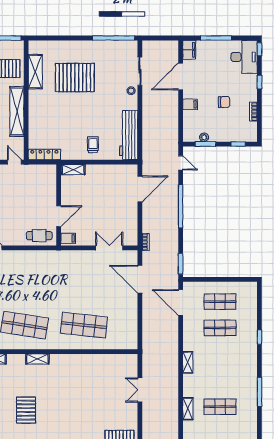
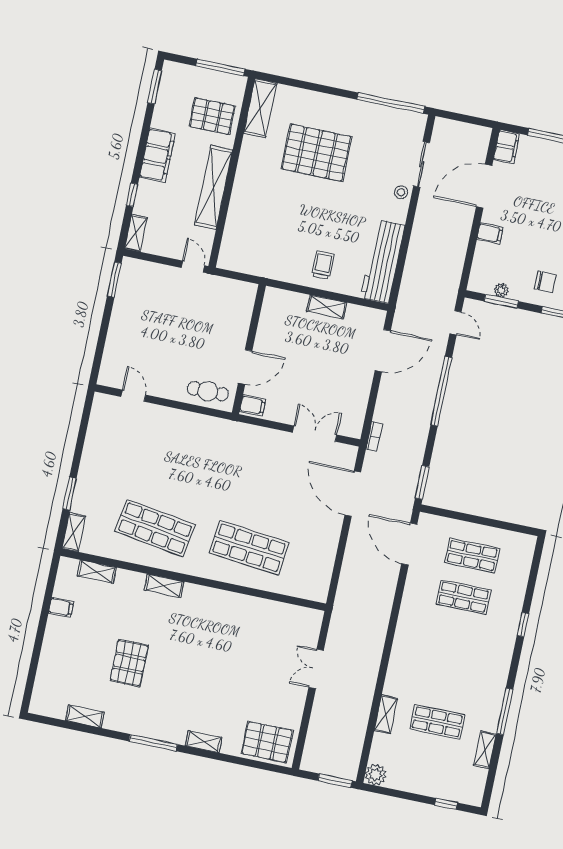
shelving: (35, 72) -> (260, 108), moved
chair: (224, 102) -> (545, 282), moved
locker: (44, 154) -> (243, 265), removed
shelving: (73, 170) -> (327, 307), moved
shelving: (188, 362) -> (485, 750), moved

